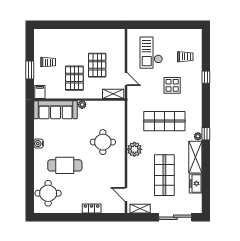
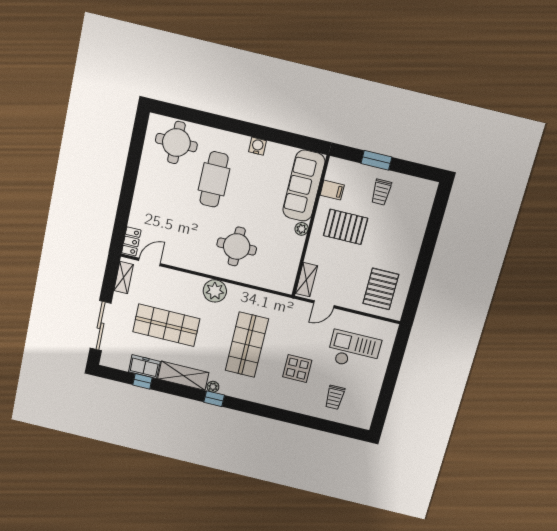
pallet: (97, 65) -> (381, 289), moved, turned 90
window: (206, 77) -> (142, 381), moved
filing cabinet: (40, 92) -> (332, 190), moved
locker: (92, 208) -> (131, 241), moved

